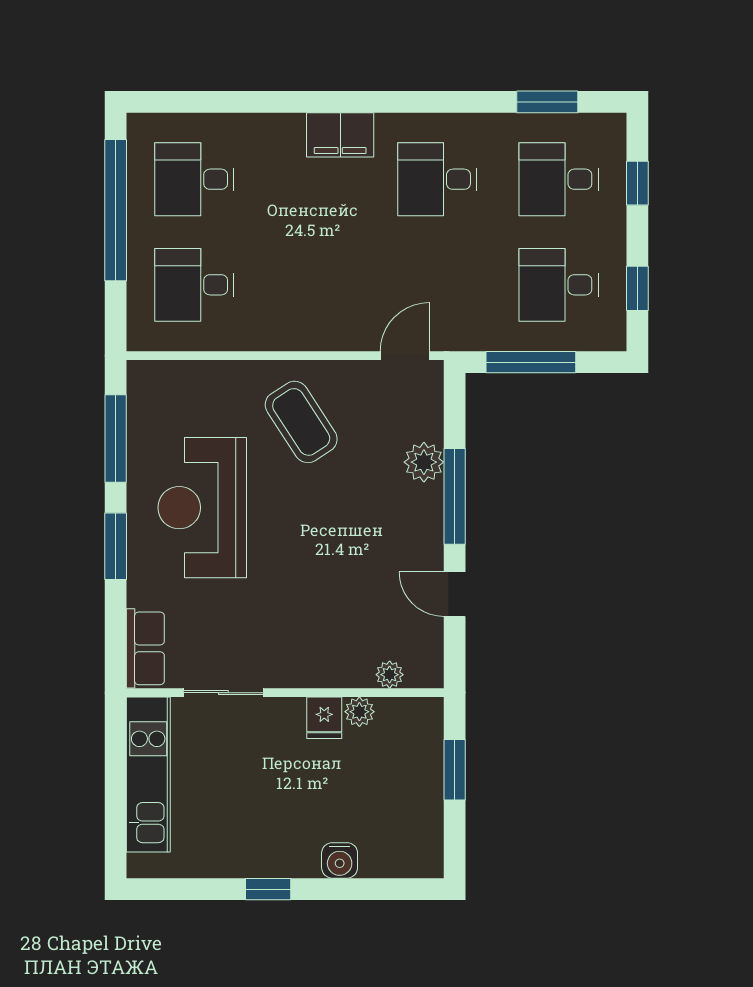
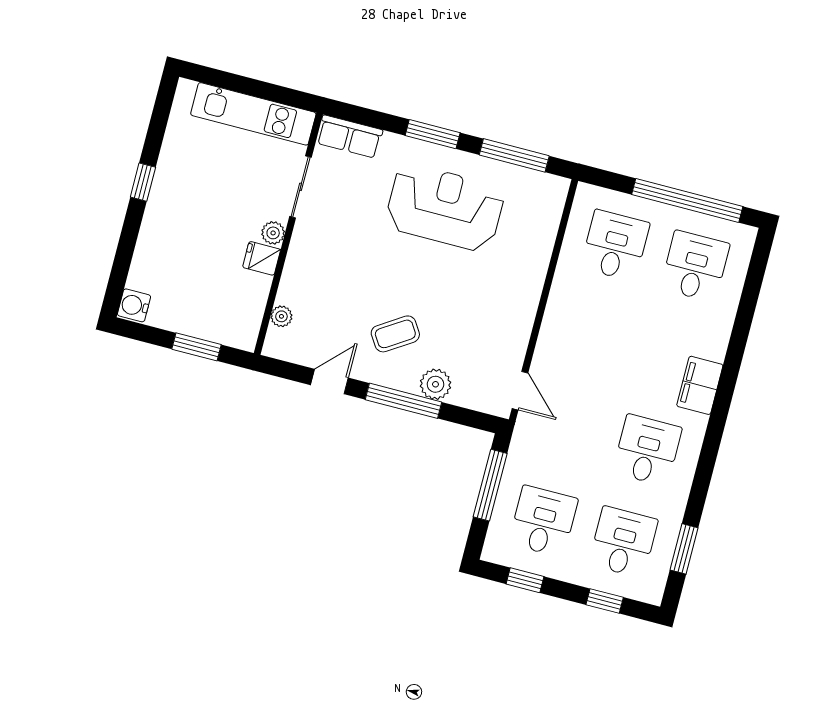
coffee table: (301, 422) -> (395, 334), moved, width x0.73, depth x0.77
plant: (359, 712) -> (273, 233), moved
water cooler: (340, 860) -> (134, 305), moved

